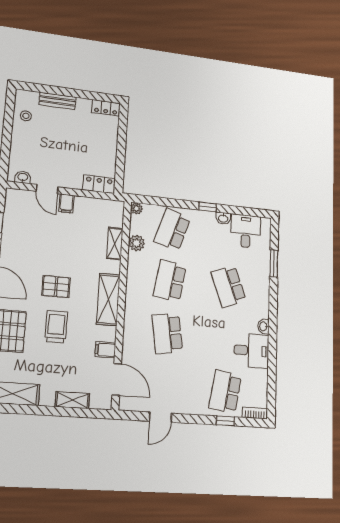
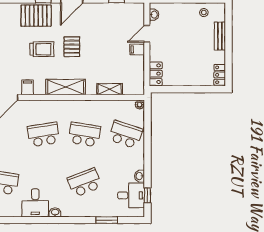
window: (208, 207) -> (147, 195), moved
plant: (137, 243) -> (112, 106), removed

